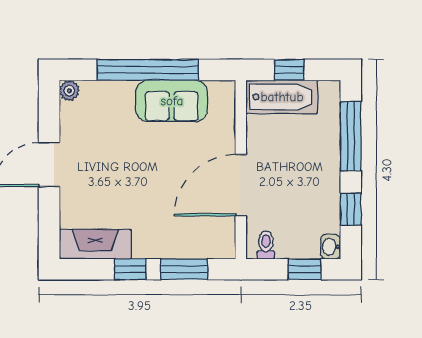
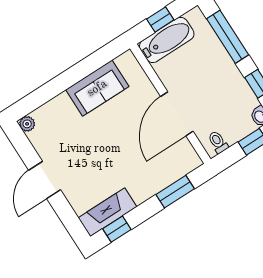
window: (148, 70) -> (69, 78), removed
window: (130, 269) -> (117, 229), moved

